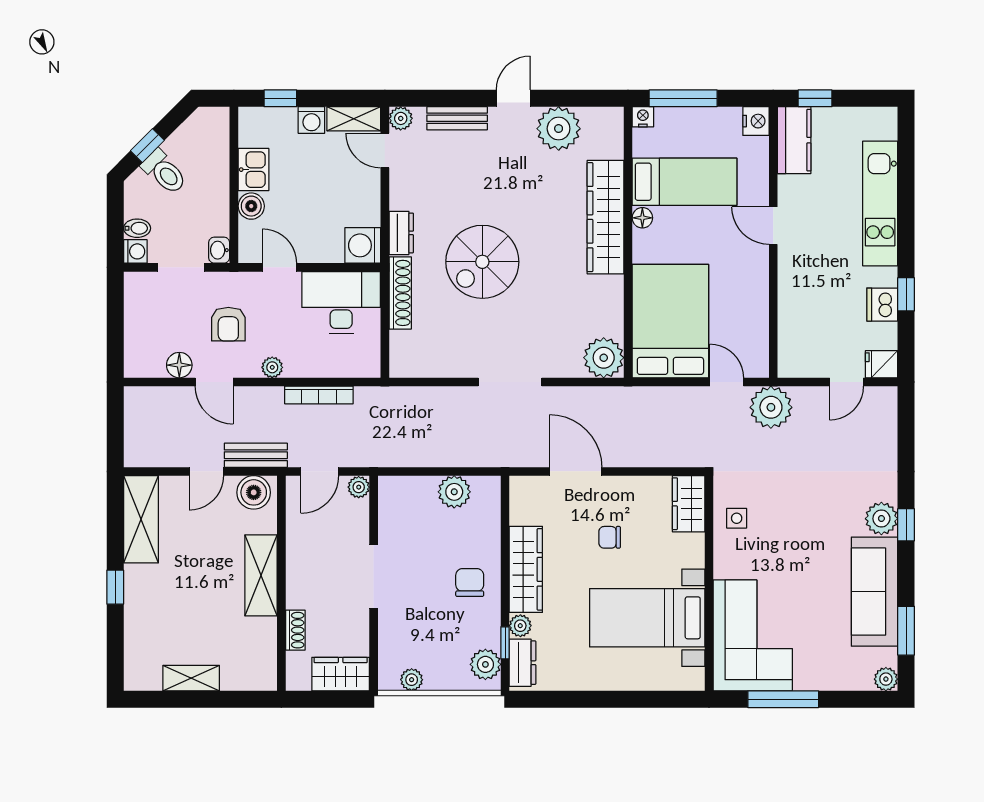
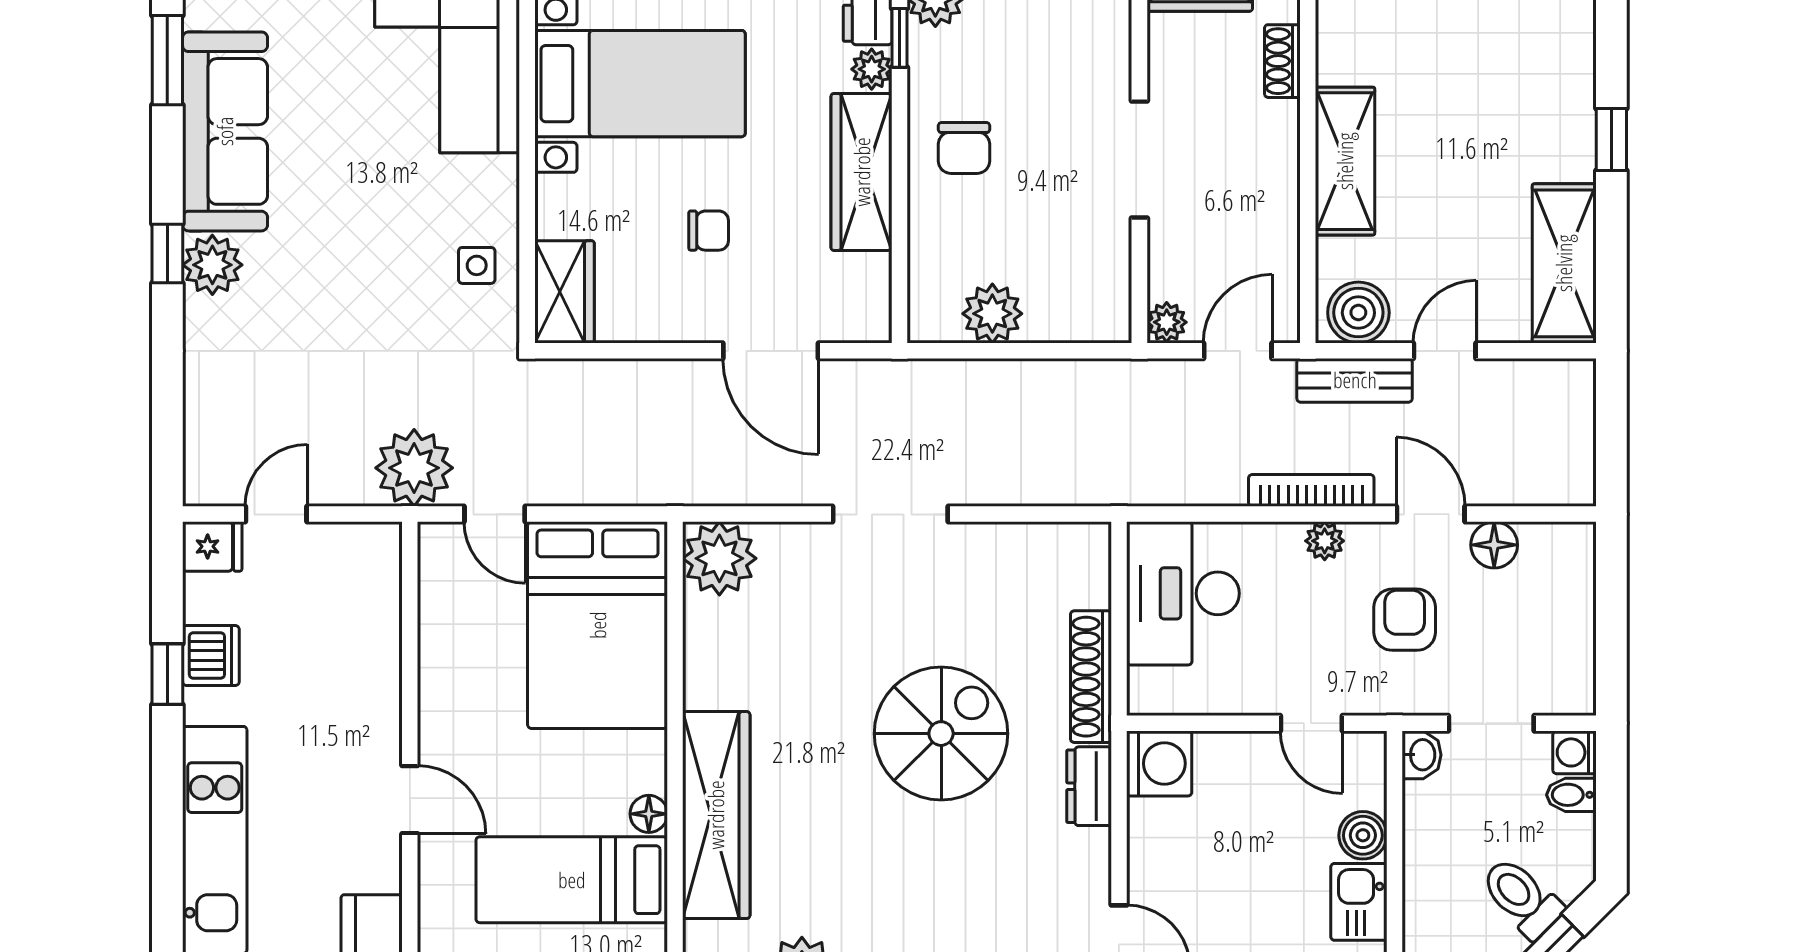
desk: (341, 302) -> (1183, 593), moved, turned 90
bookcase: (319, 395) -> (1311, 490), moved

